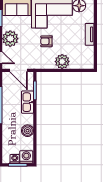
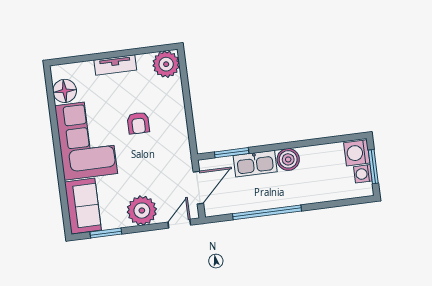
armchair: (46, 41) -> (138, 123), moved
plant: (62, 62) -> (166, 64), moved
boiler: (27, 131) -> (288, 159), moved

